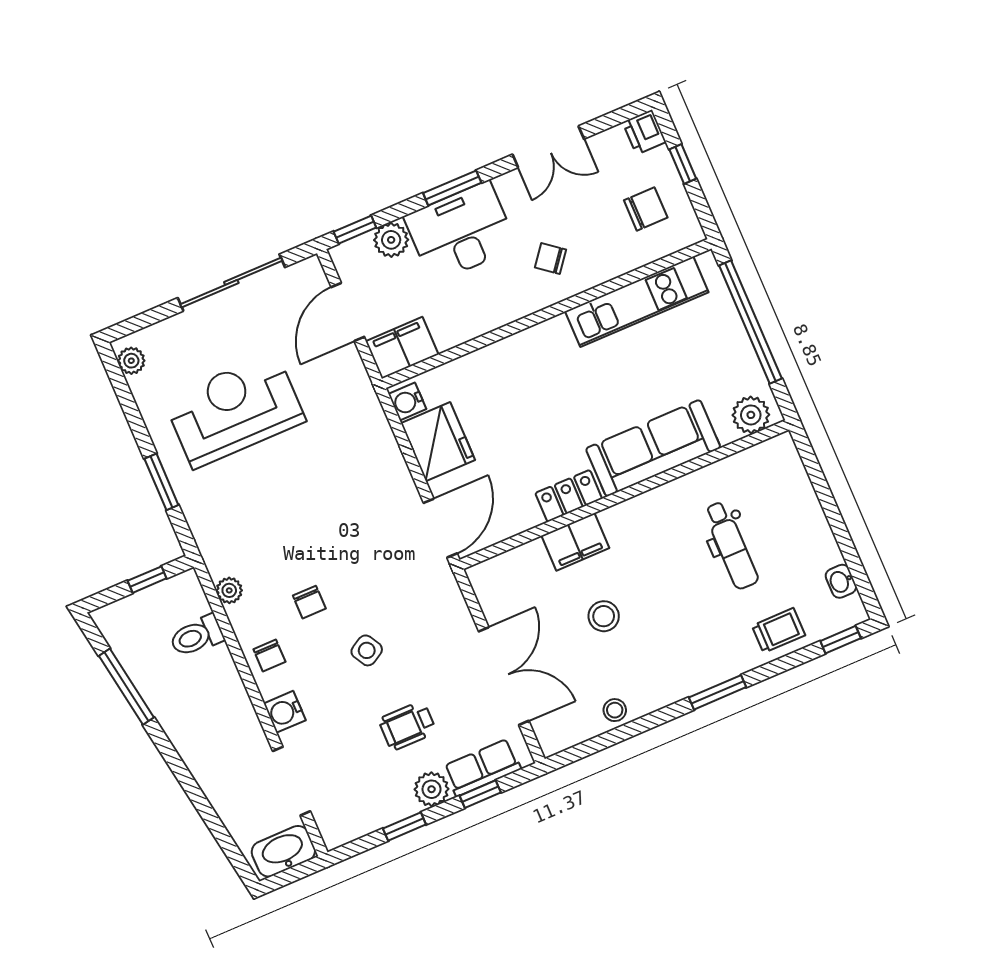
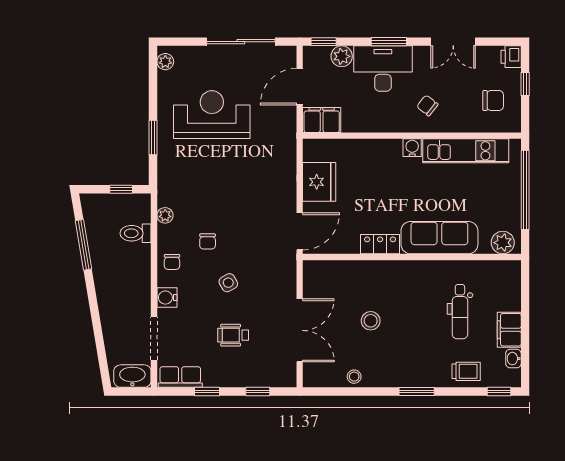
water cooler: (407, 402) -> (412, 148), moved, turned 90
filing cabinet: (575, 542) -> (509, 330), moved, turned 90
row of seats: (482, 768) -> (180, 377), moved
plant: (432, 789) -> (231, 377), removed

